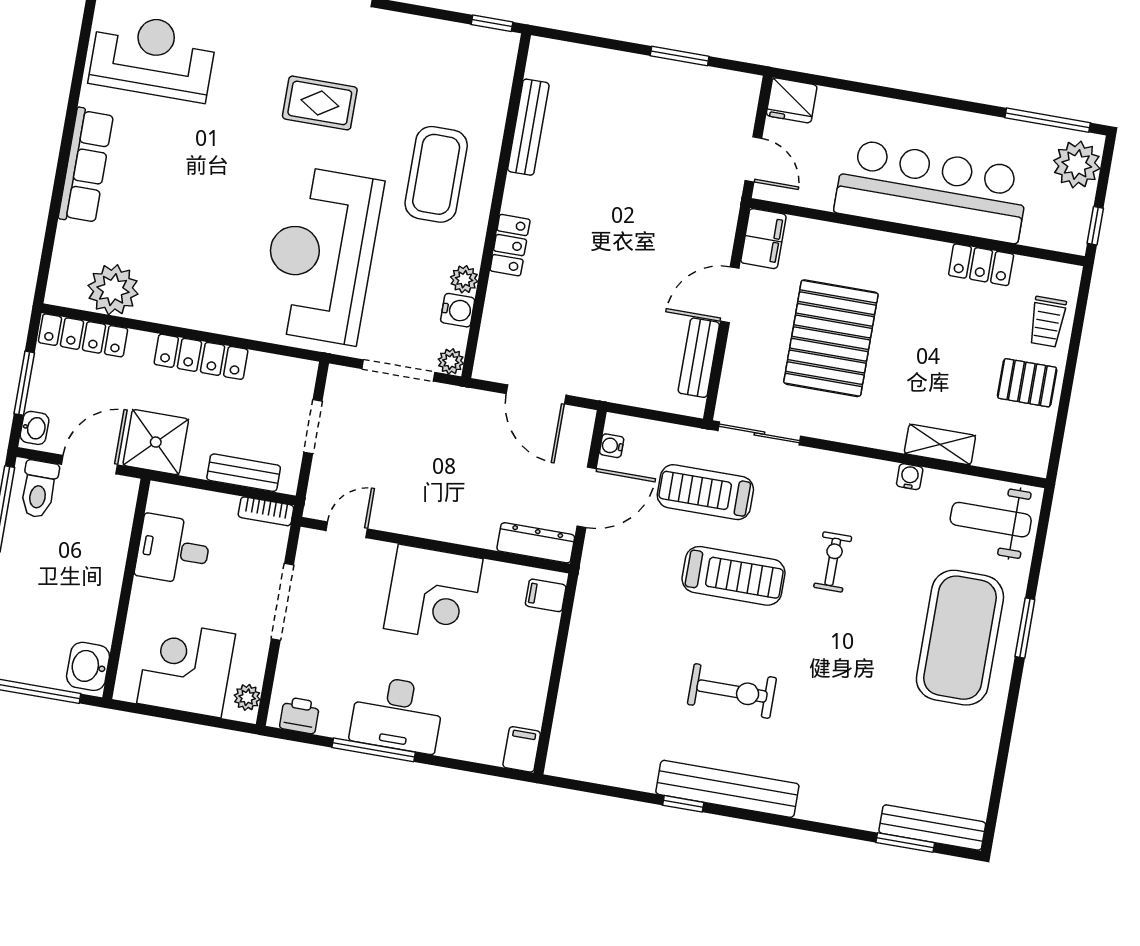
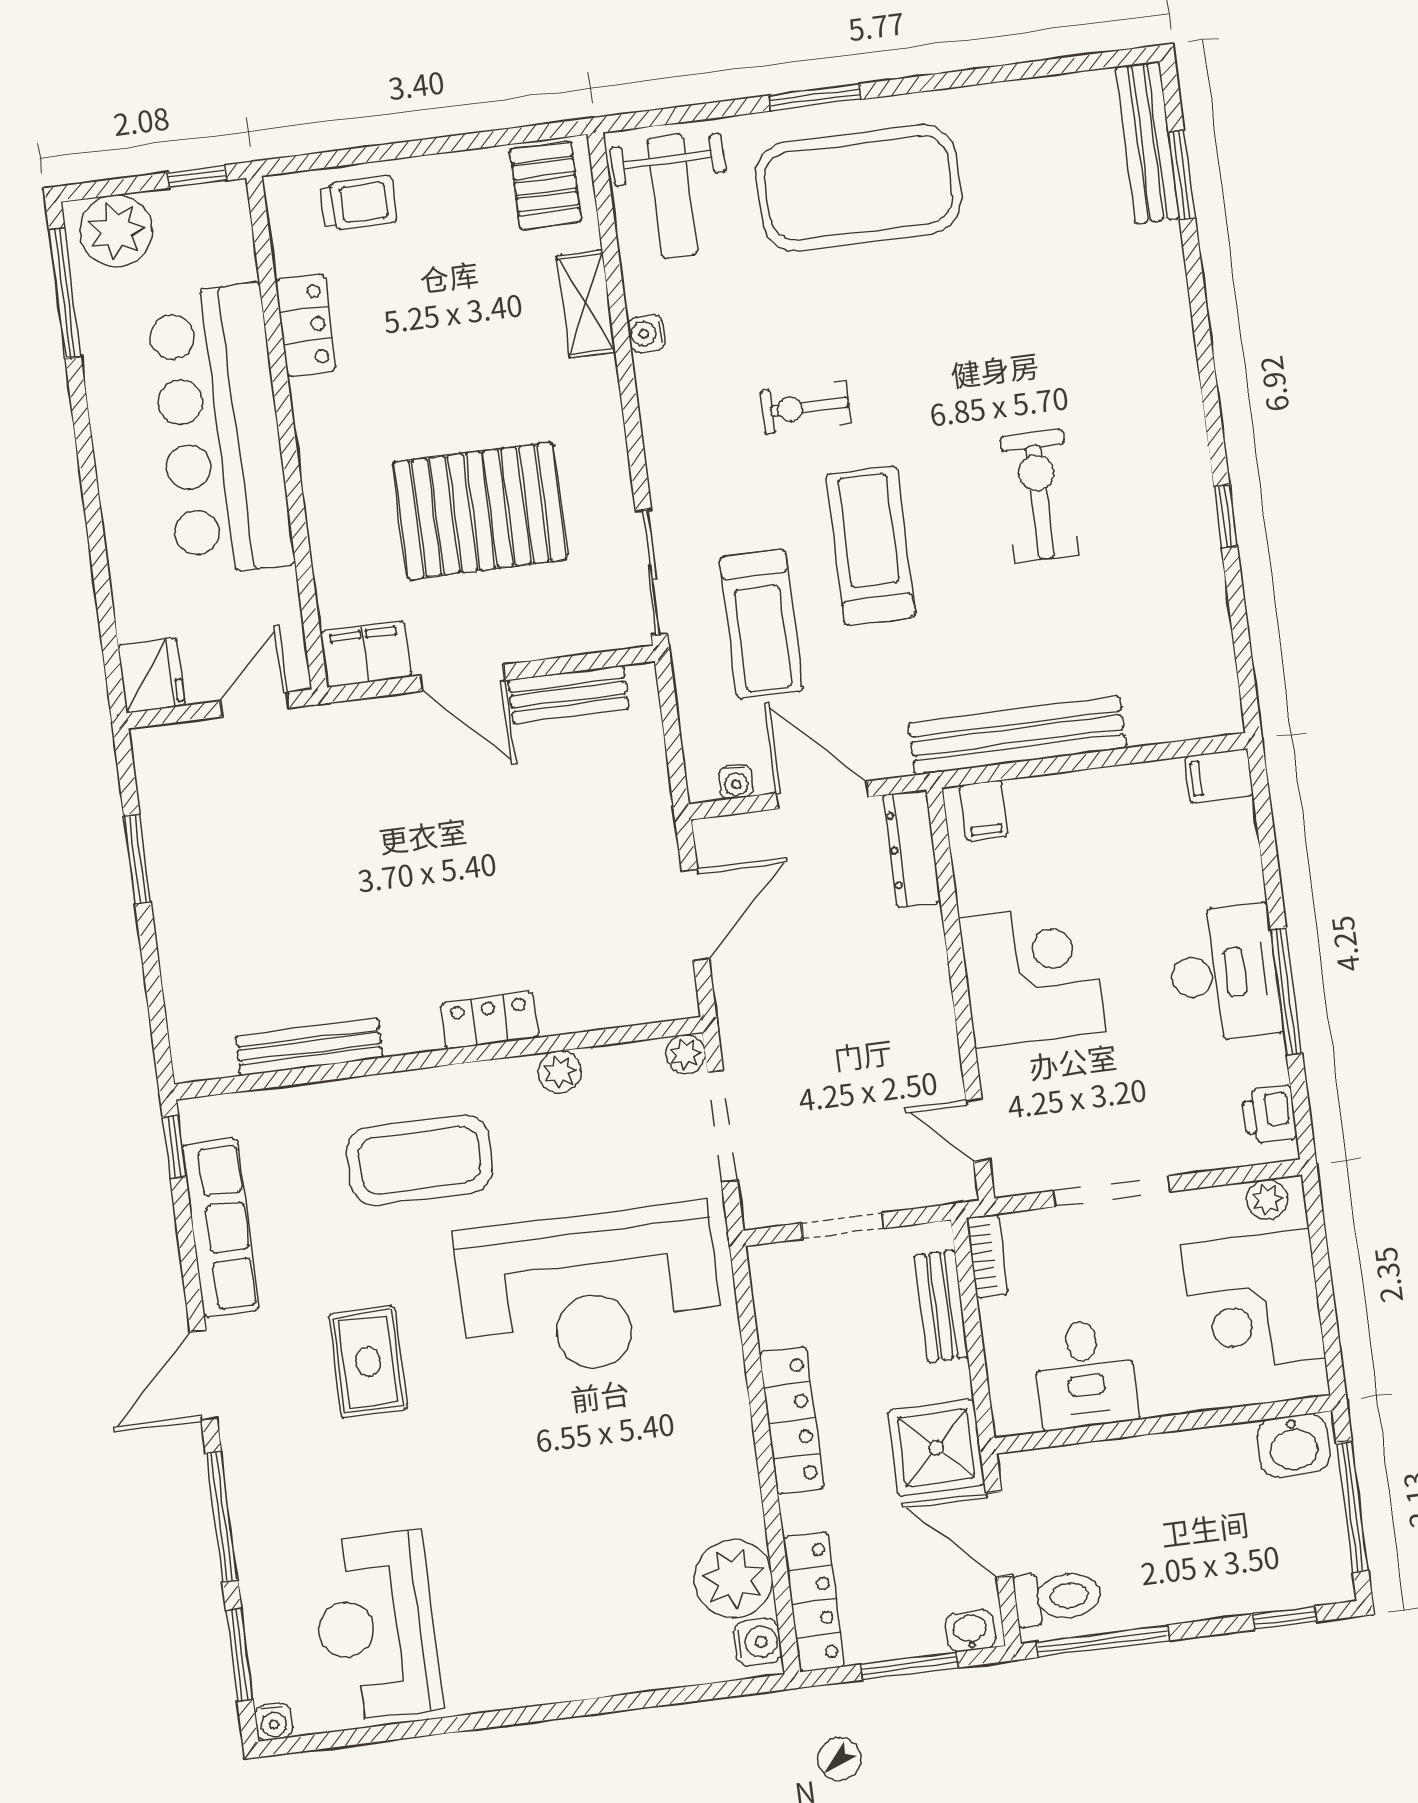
row of seats: (86, 166) -> (221, 1228), moved, turned 90
water cooler: (458, 310) -> (758, 1642), moved, turned 90
pallet: (1027, 383) -> (546, 185), moved
bench: (727, 789) -> (1017, 736), moved, turned 90

